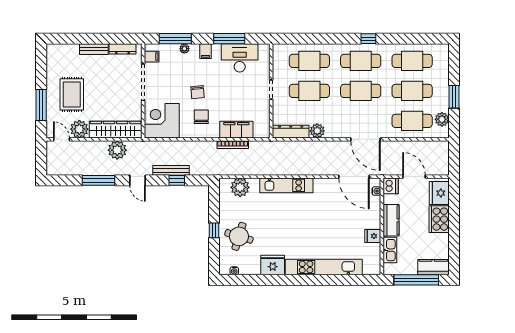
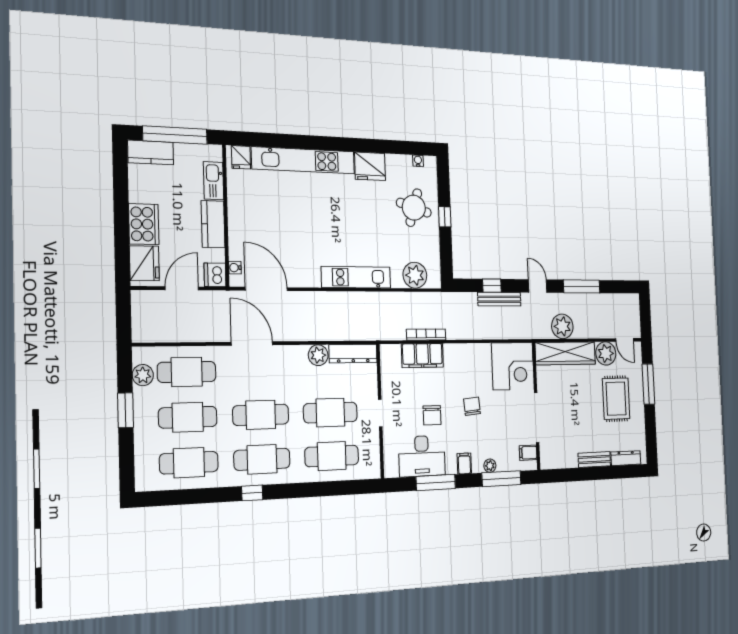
dresser: (123, 49) -> (626, 458), moved
chair: (201, 117) -> (432, 415), moved
door: (414, 177) -> (182, 288), swing flipped
fridge: (373, 236) -> (241, 157), moved, turned 90

